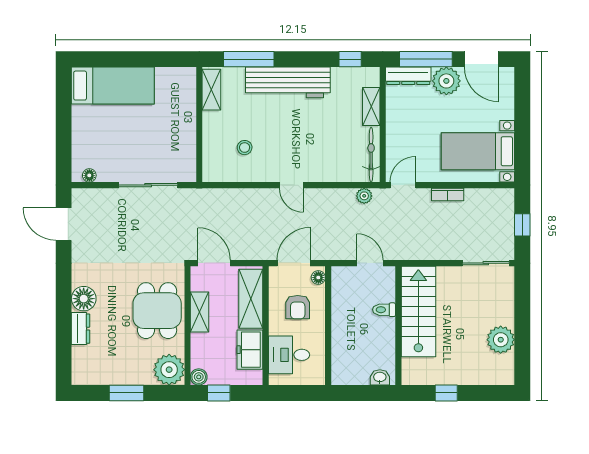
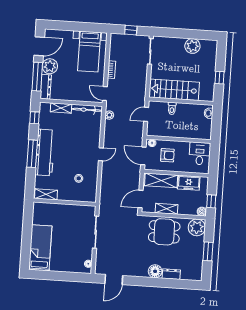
window: (249, 59) -> (32, 154), moved
desk: (289, 355) -> (200, 154), moved, turned 180

